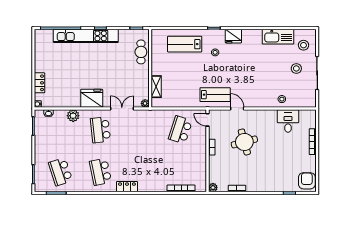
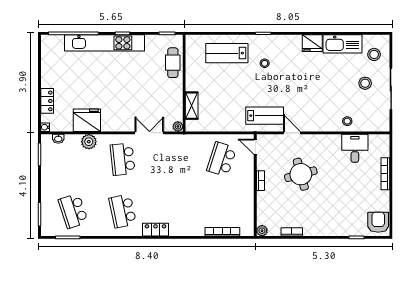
fridge: (233, 36) -> (312, 43), moved
fridge: (92, 98) -> (87, 120), moved

